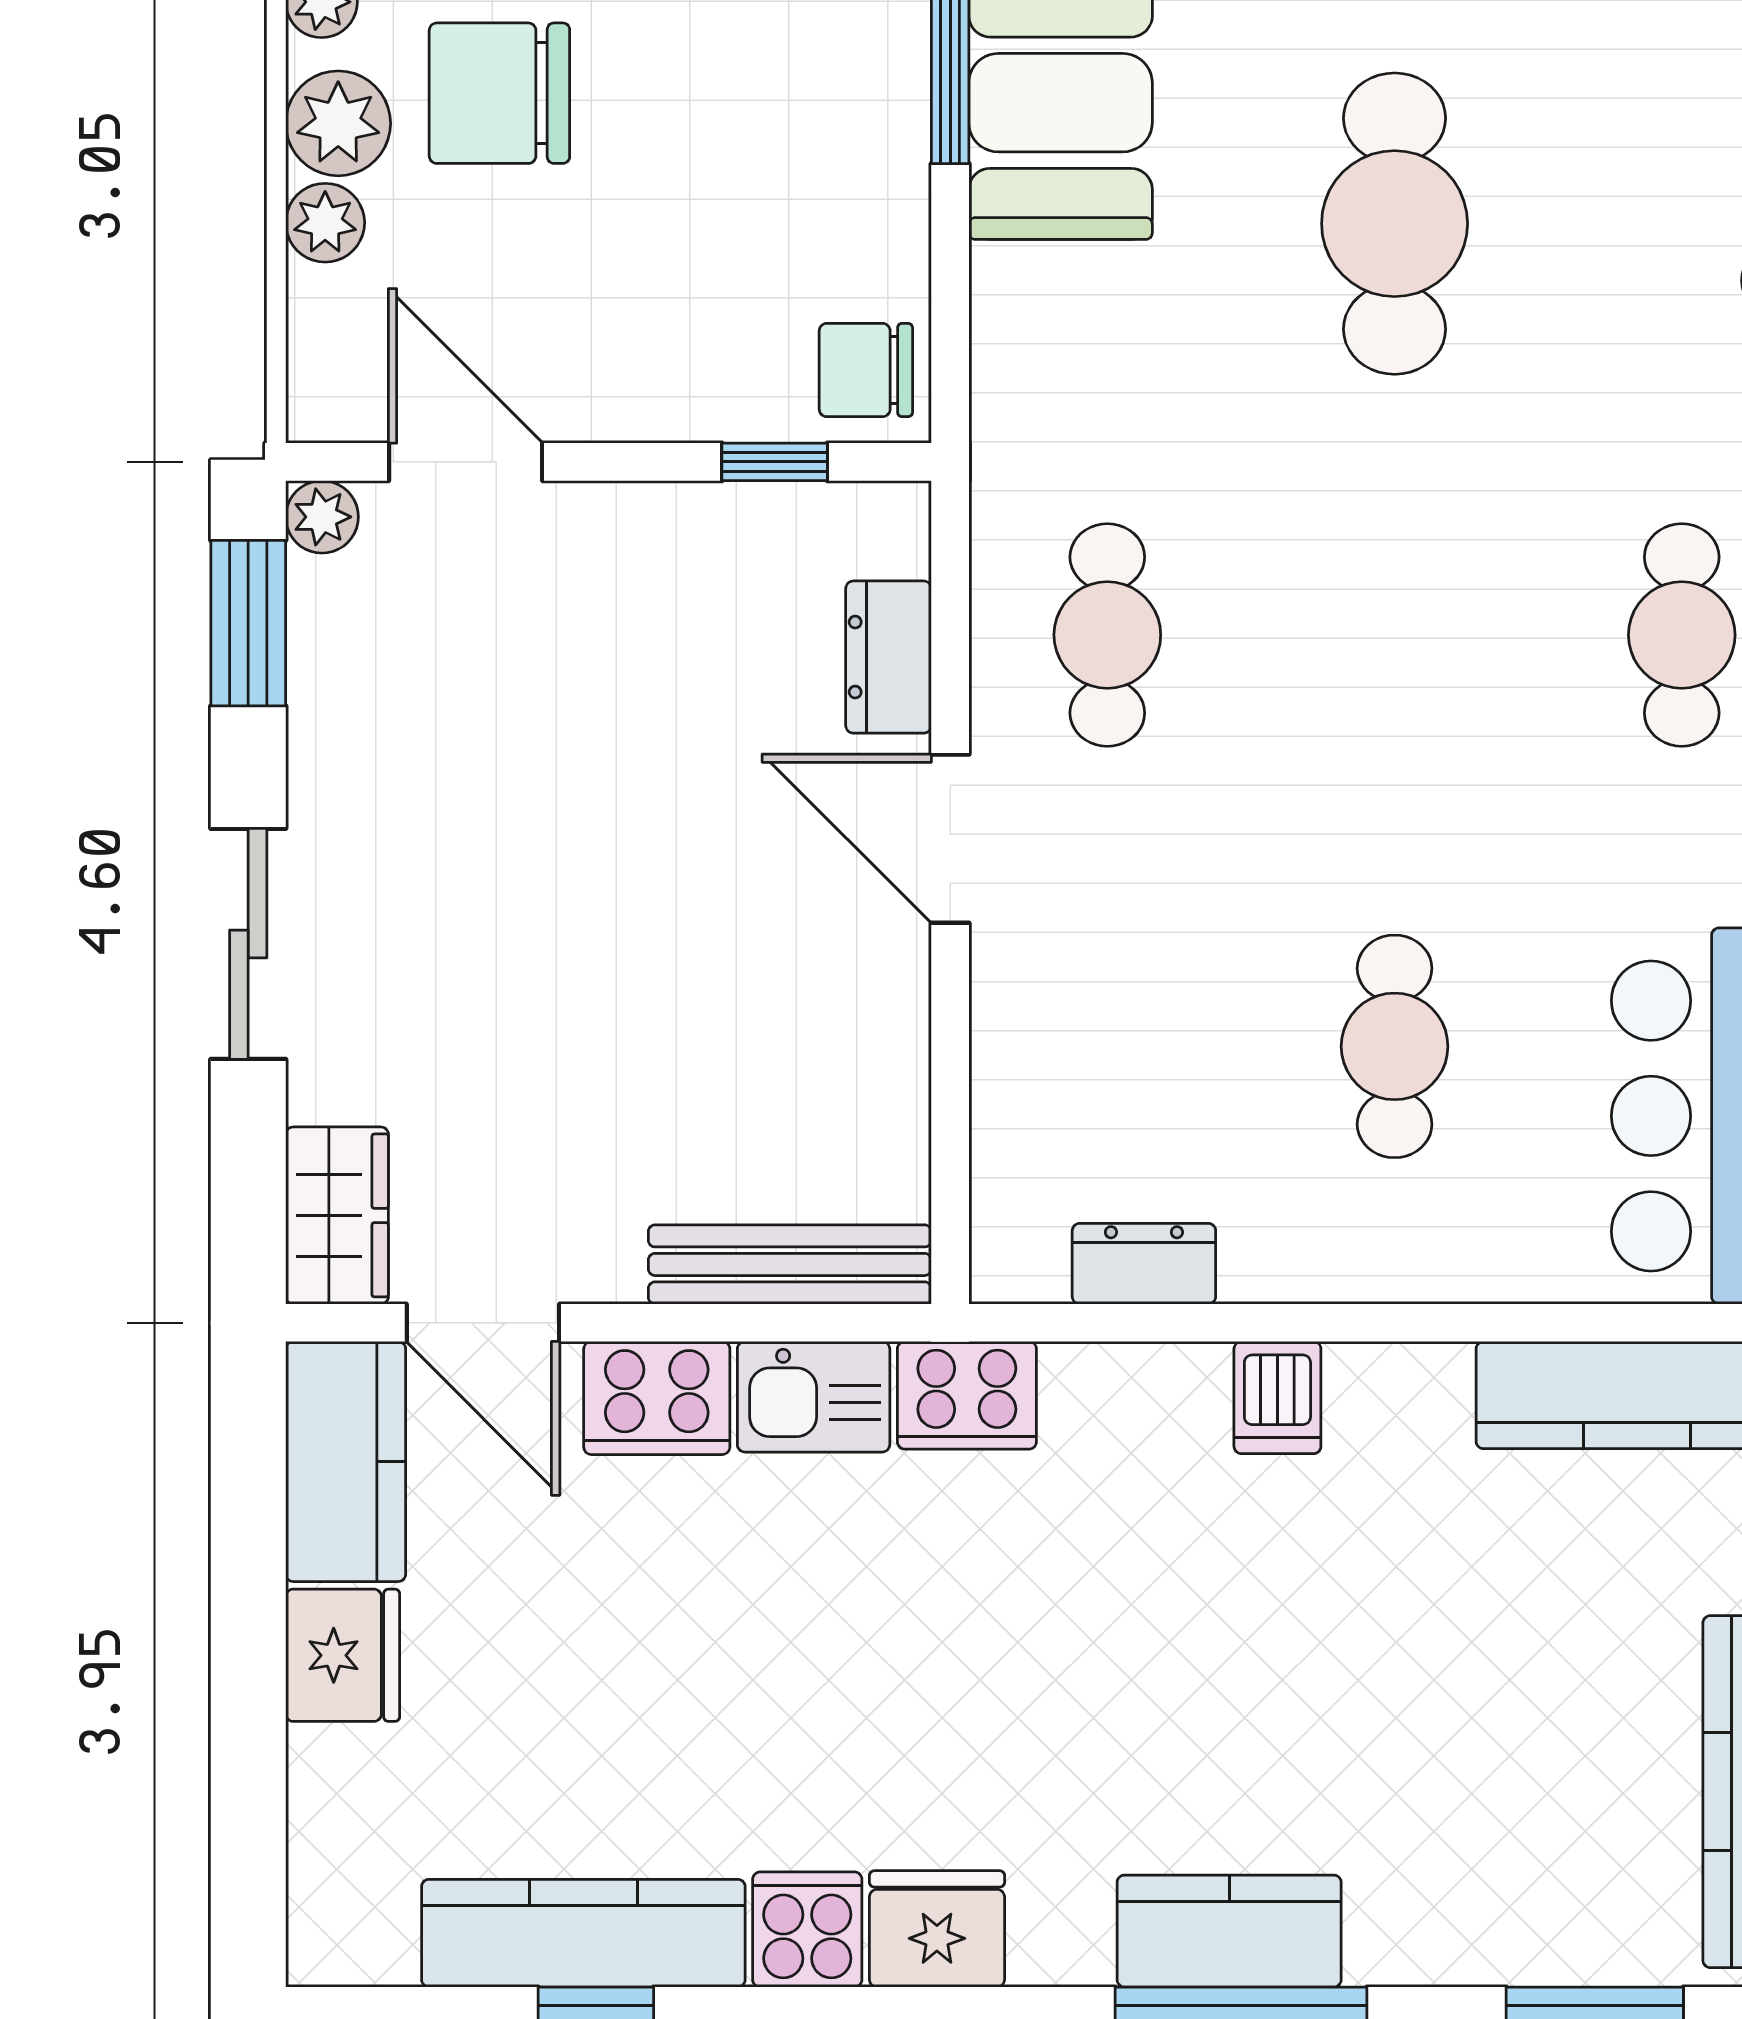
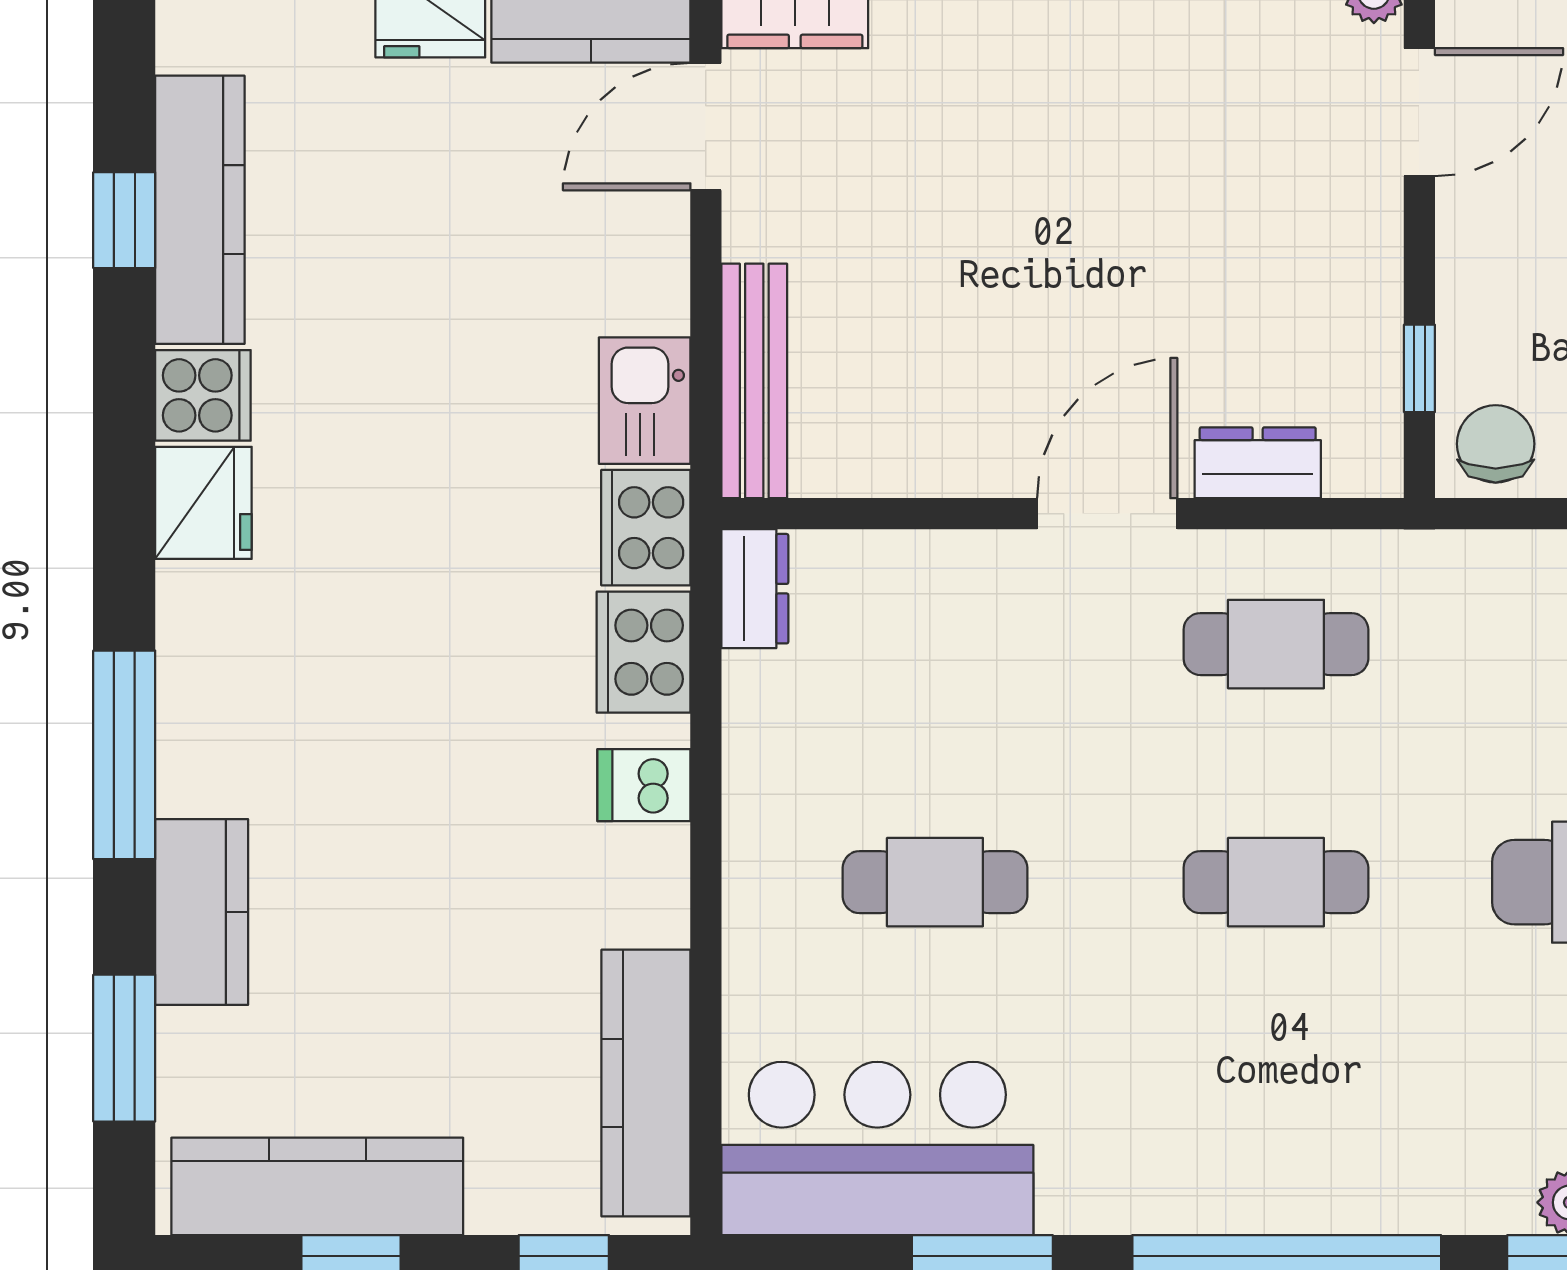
cafe table: (1682, 635) -> (1276, 882), moved
dresser: (1144, 1264) -> (755, 589), moved
cooker: (657, 1398) -> (644, 652), moved
kitchen counter: (1229, 1931) -> (202, 912), moved

